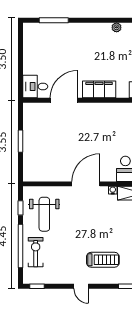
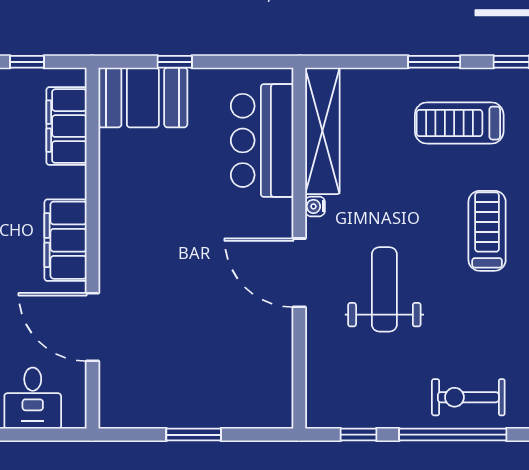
desk: (35, 86) -> (33, 398), moved
weight bench: (44, 214) -> (384, 289), moved, turned -90

